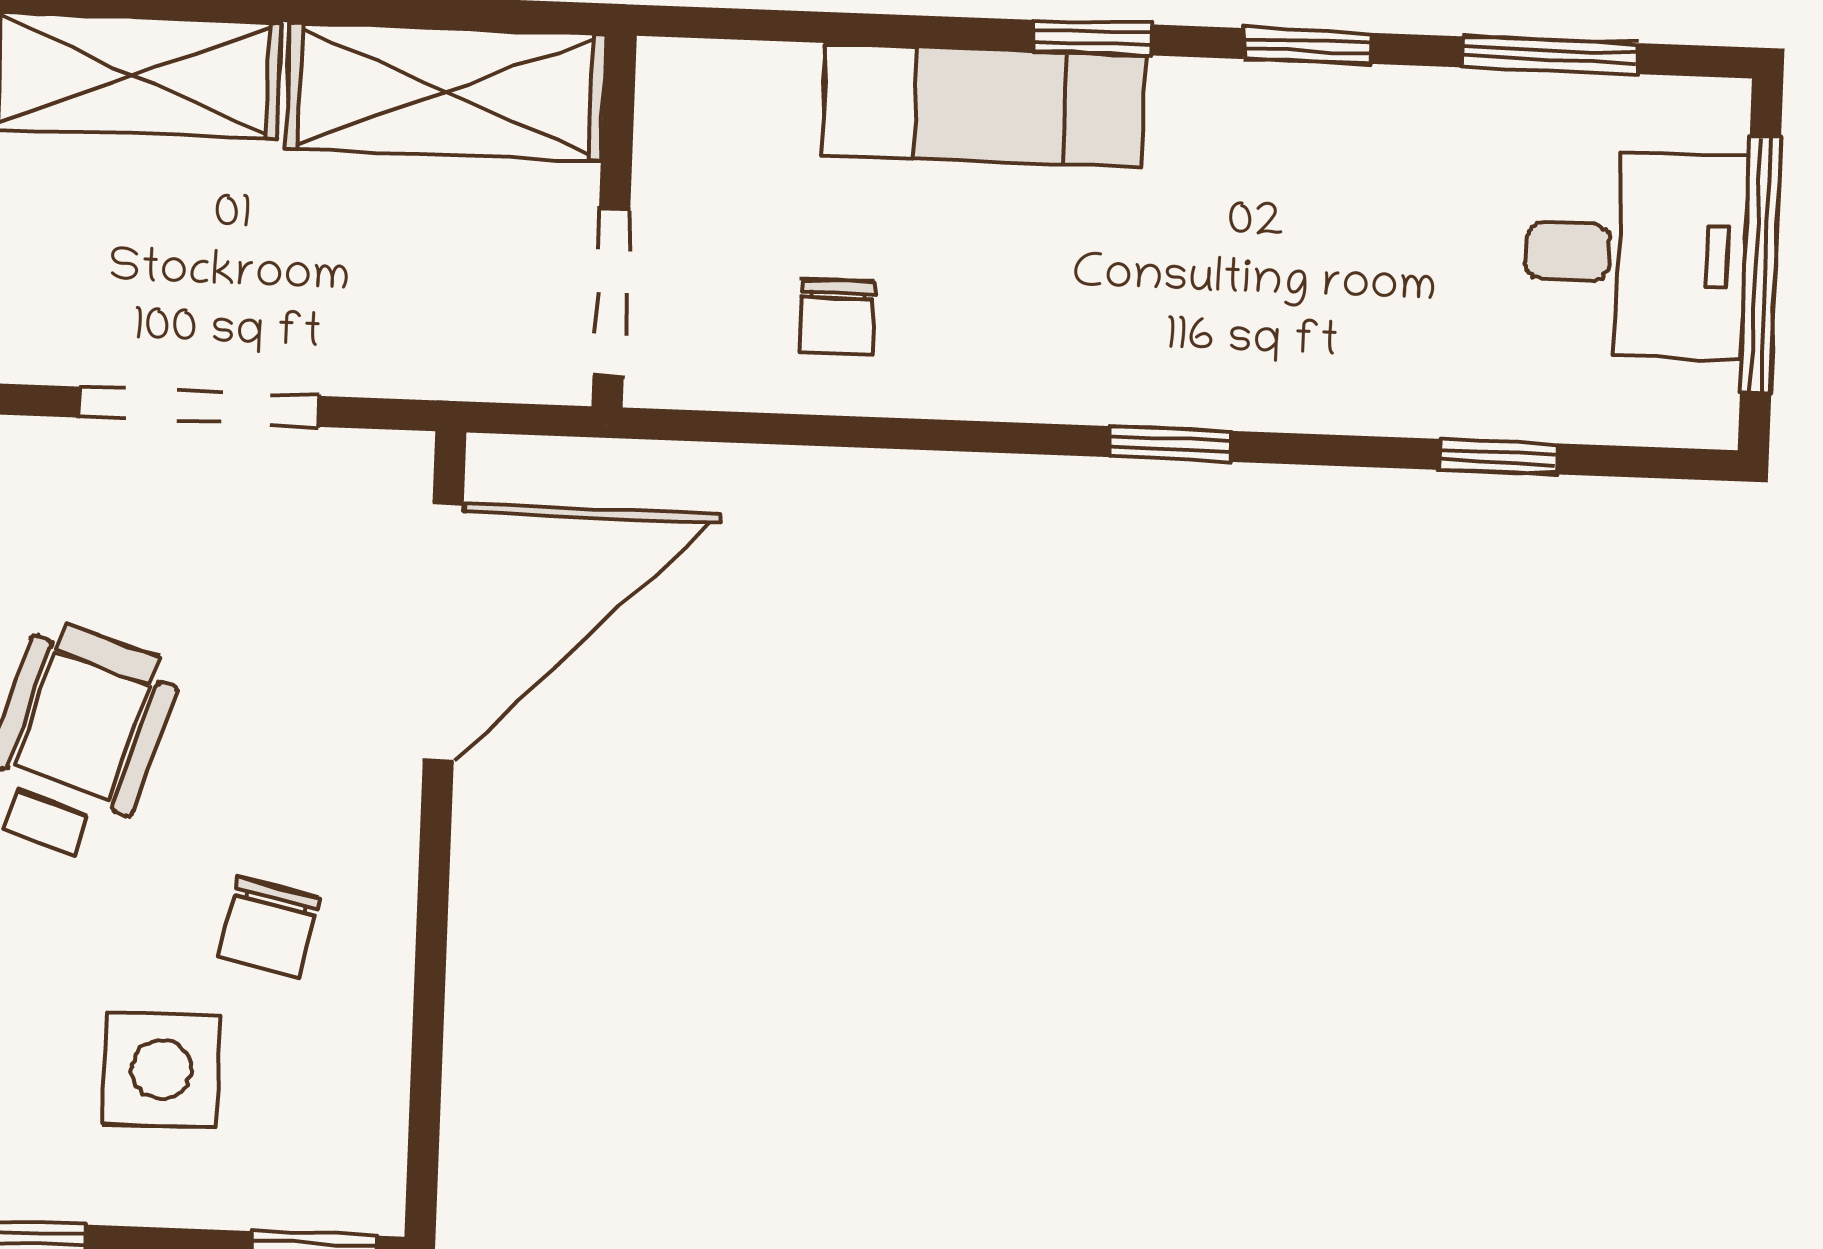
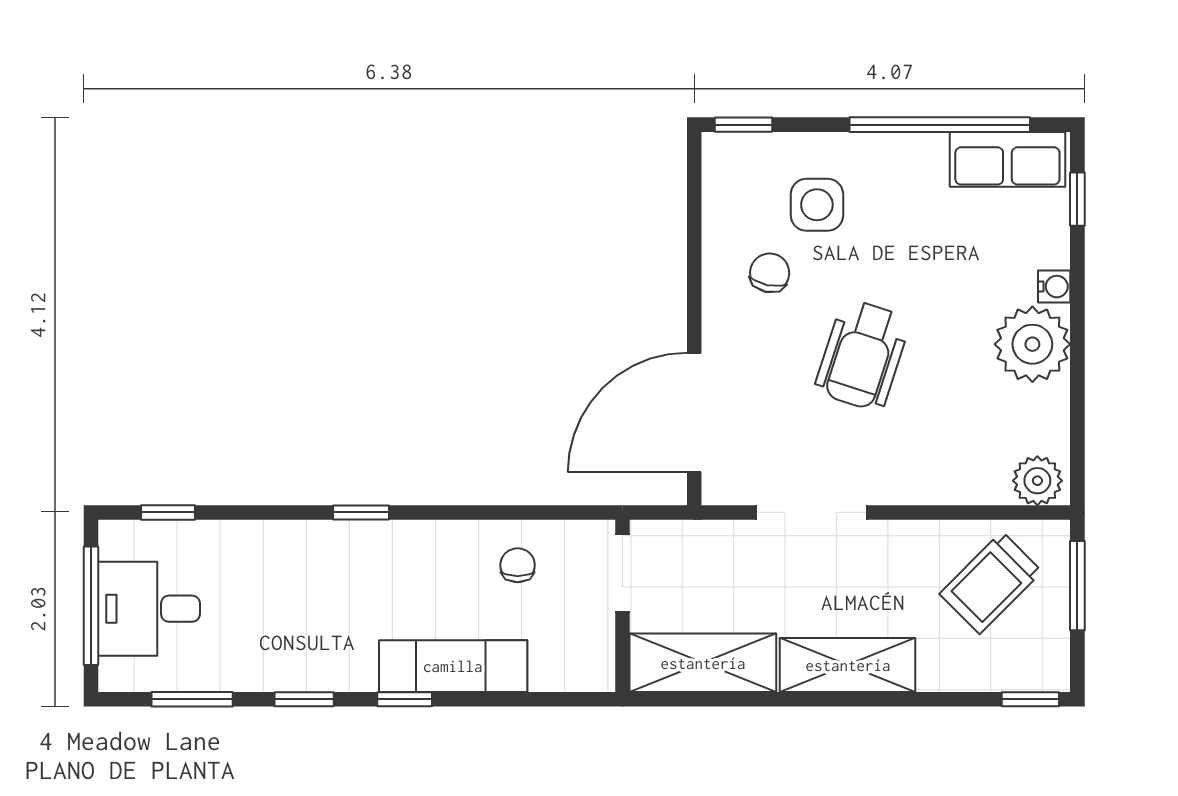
window: (1498, 457) -> (168, 512), moved

